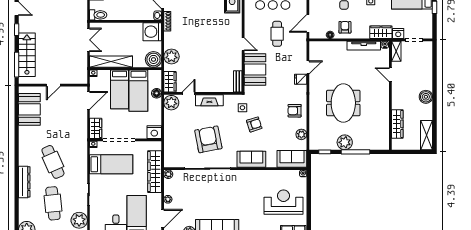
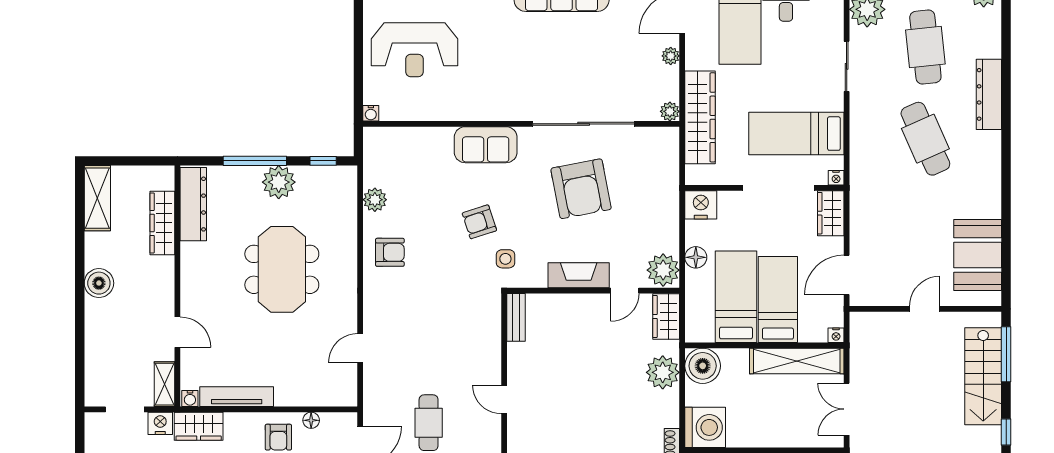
booth: (255, 69) -> (478, 344), removed
fridge: (301, 79) -> (376, 322), removed
floor lamp: (157, 93) -> (696, 257), moved
dresser: (383, 132) -> (193, 204), added
sofa: (292, 159) -> (396, 146), removed

